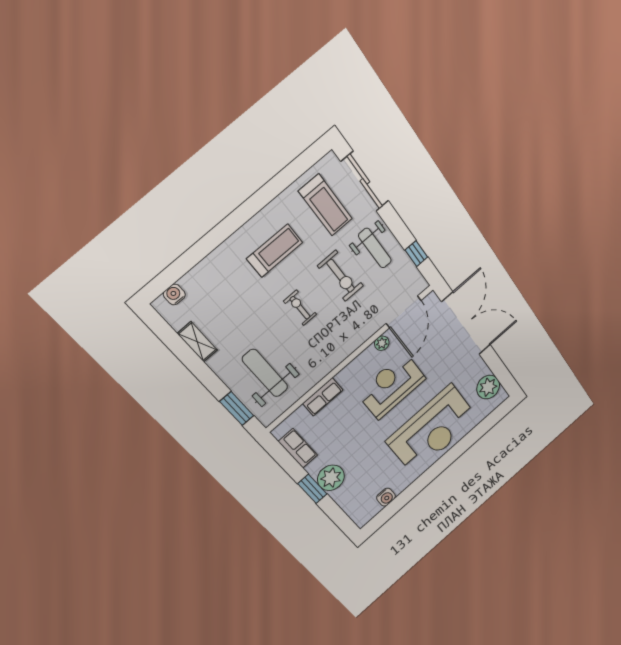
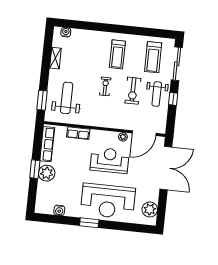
treadmill: (275, 251) -> (117, 54), turned 90
window: (416, 254) -> (173, 99), moved
row of seats: (298, 448) -> (47, 144), width x1.48
window: (433, 473) -> (89, 223), added

